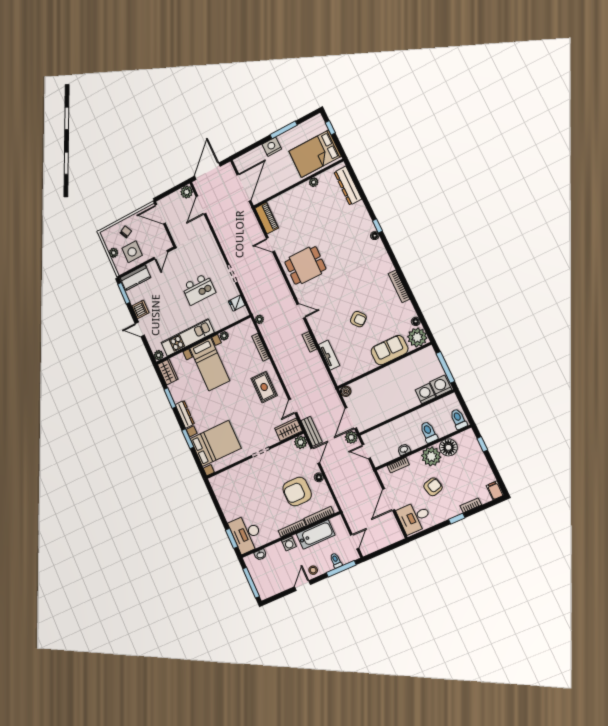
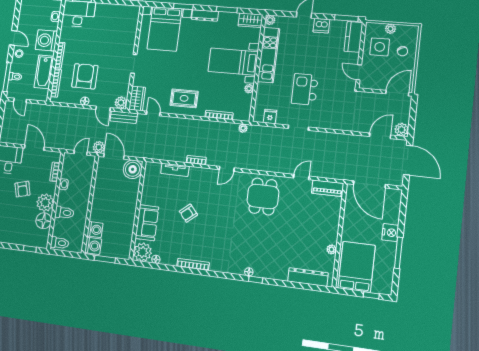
door: (201, 205) -> (380, 136), hinge flipped
window: (445, 367) -> (105, 259), width x0.69
boiler: (346, 391) -> (133, 169), width x1.86, depth x1.86
washing machine: (289, 543) -> (46, 40), width x1.89, depth x1.89

